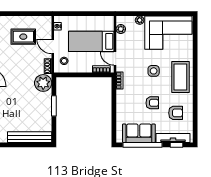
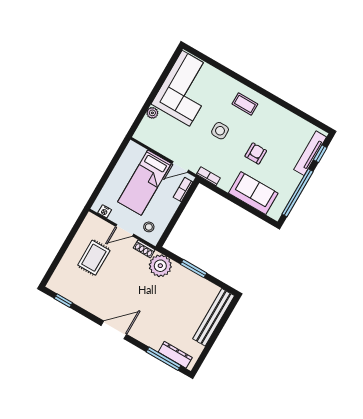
plant: (121, 29) -> (150, 141), removed
coffee table: (180, 77) -> (245, 104), width x0.54, depth x0.58
armchair: (176, 113) -> (283, 133), removed
sofa: (139, 133) -> (253, 193), moved, turned 90

